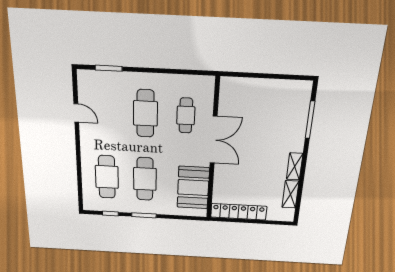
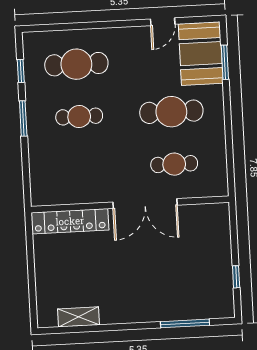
window: (281, 77) -> (236, 277), added
shelving: (295, 166) -> (120, 315), removed
cafe table: (145, 179) -> (79, 117), width x0.73, depth x0.74
booth: (193, 188) -> (201, 54), moved, turned 90
locker: (239, 212) -> (70, 221), moved, turned 90

